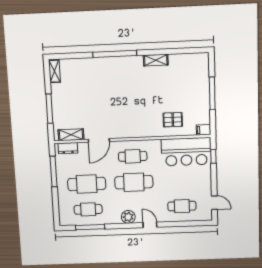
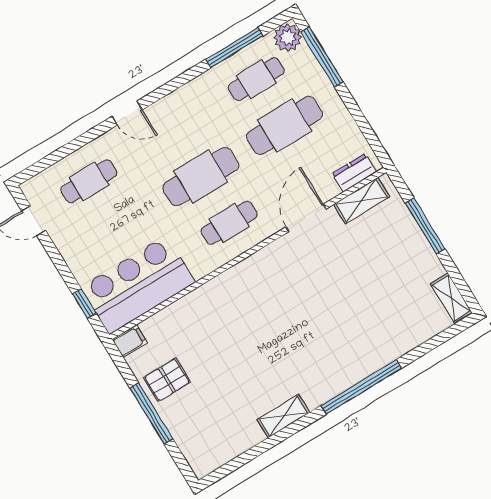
pallet: (173, 120) -> (167, 380), moved
window: (53, 172) -> (322, 57), moved
plant: (128, 217) -> (288, 37), moved

